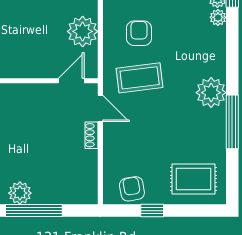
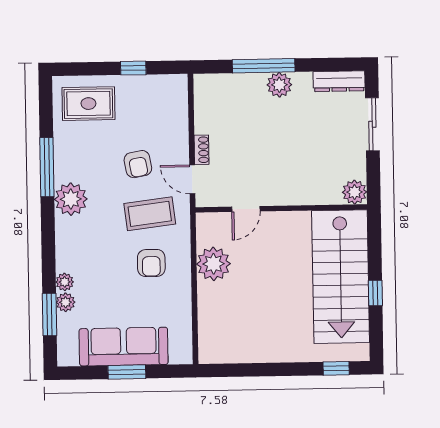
door: (71, 81) -> (246, 209), moved
armchair: (132, 189) -> (138, 164), moved

